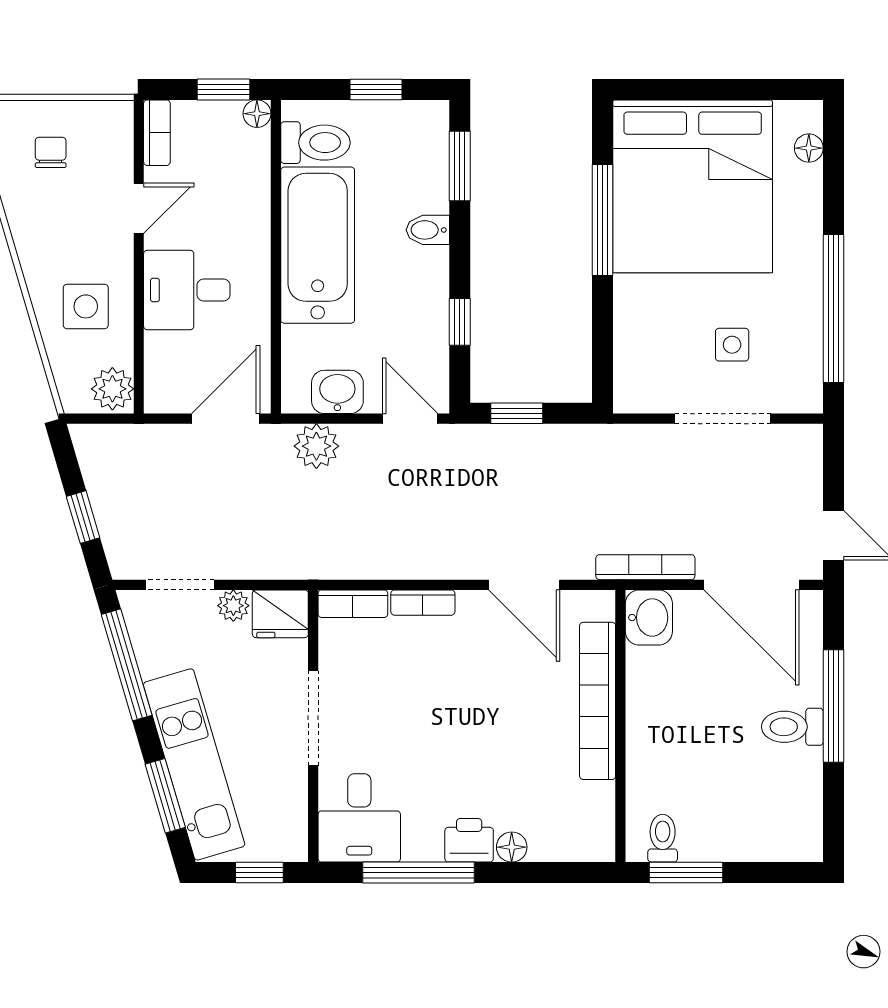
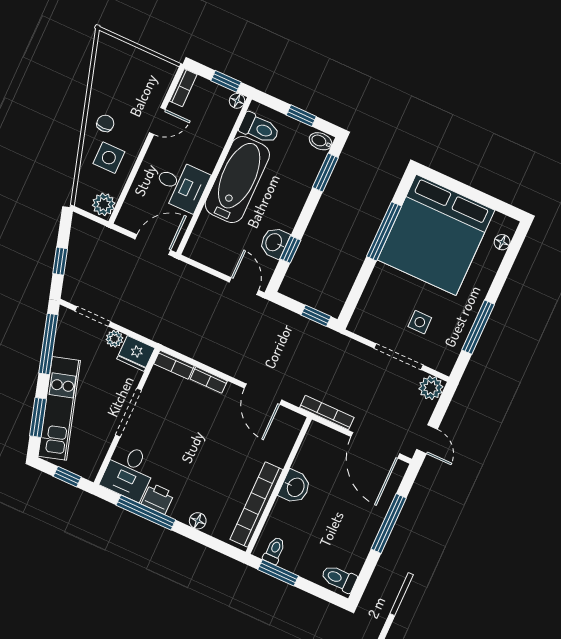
chair: (51, 152) -> (105, 123), moved
bidet: (428, 230) -> (321, 141), moved
desk: (187, 290) -> (181, 185), moved, turned 180
window: (833, 309) -> (478, 327), width x0.68
washbasin: (337, 392) -> (274, 243), moved, turned -90
window: (517, 413) -> (316, 316), moved
plant: (316, 446) -> (431, 388), moved
washbasin: (649, 617) -> (295, 487), moved
bookcase: (598, 701) -> (256, 504), moved
toilet: (792, 727) -> (339, 578), moved
printer: (469, 840) -> (158, 499), moved

